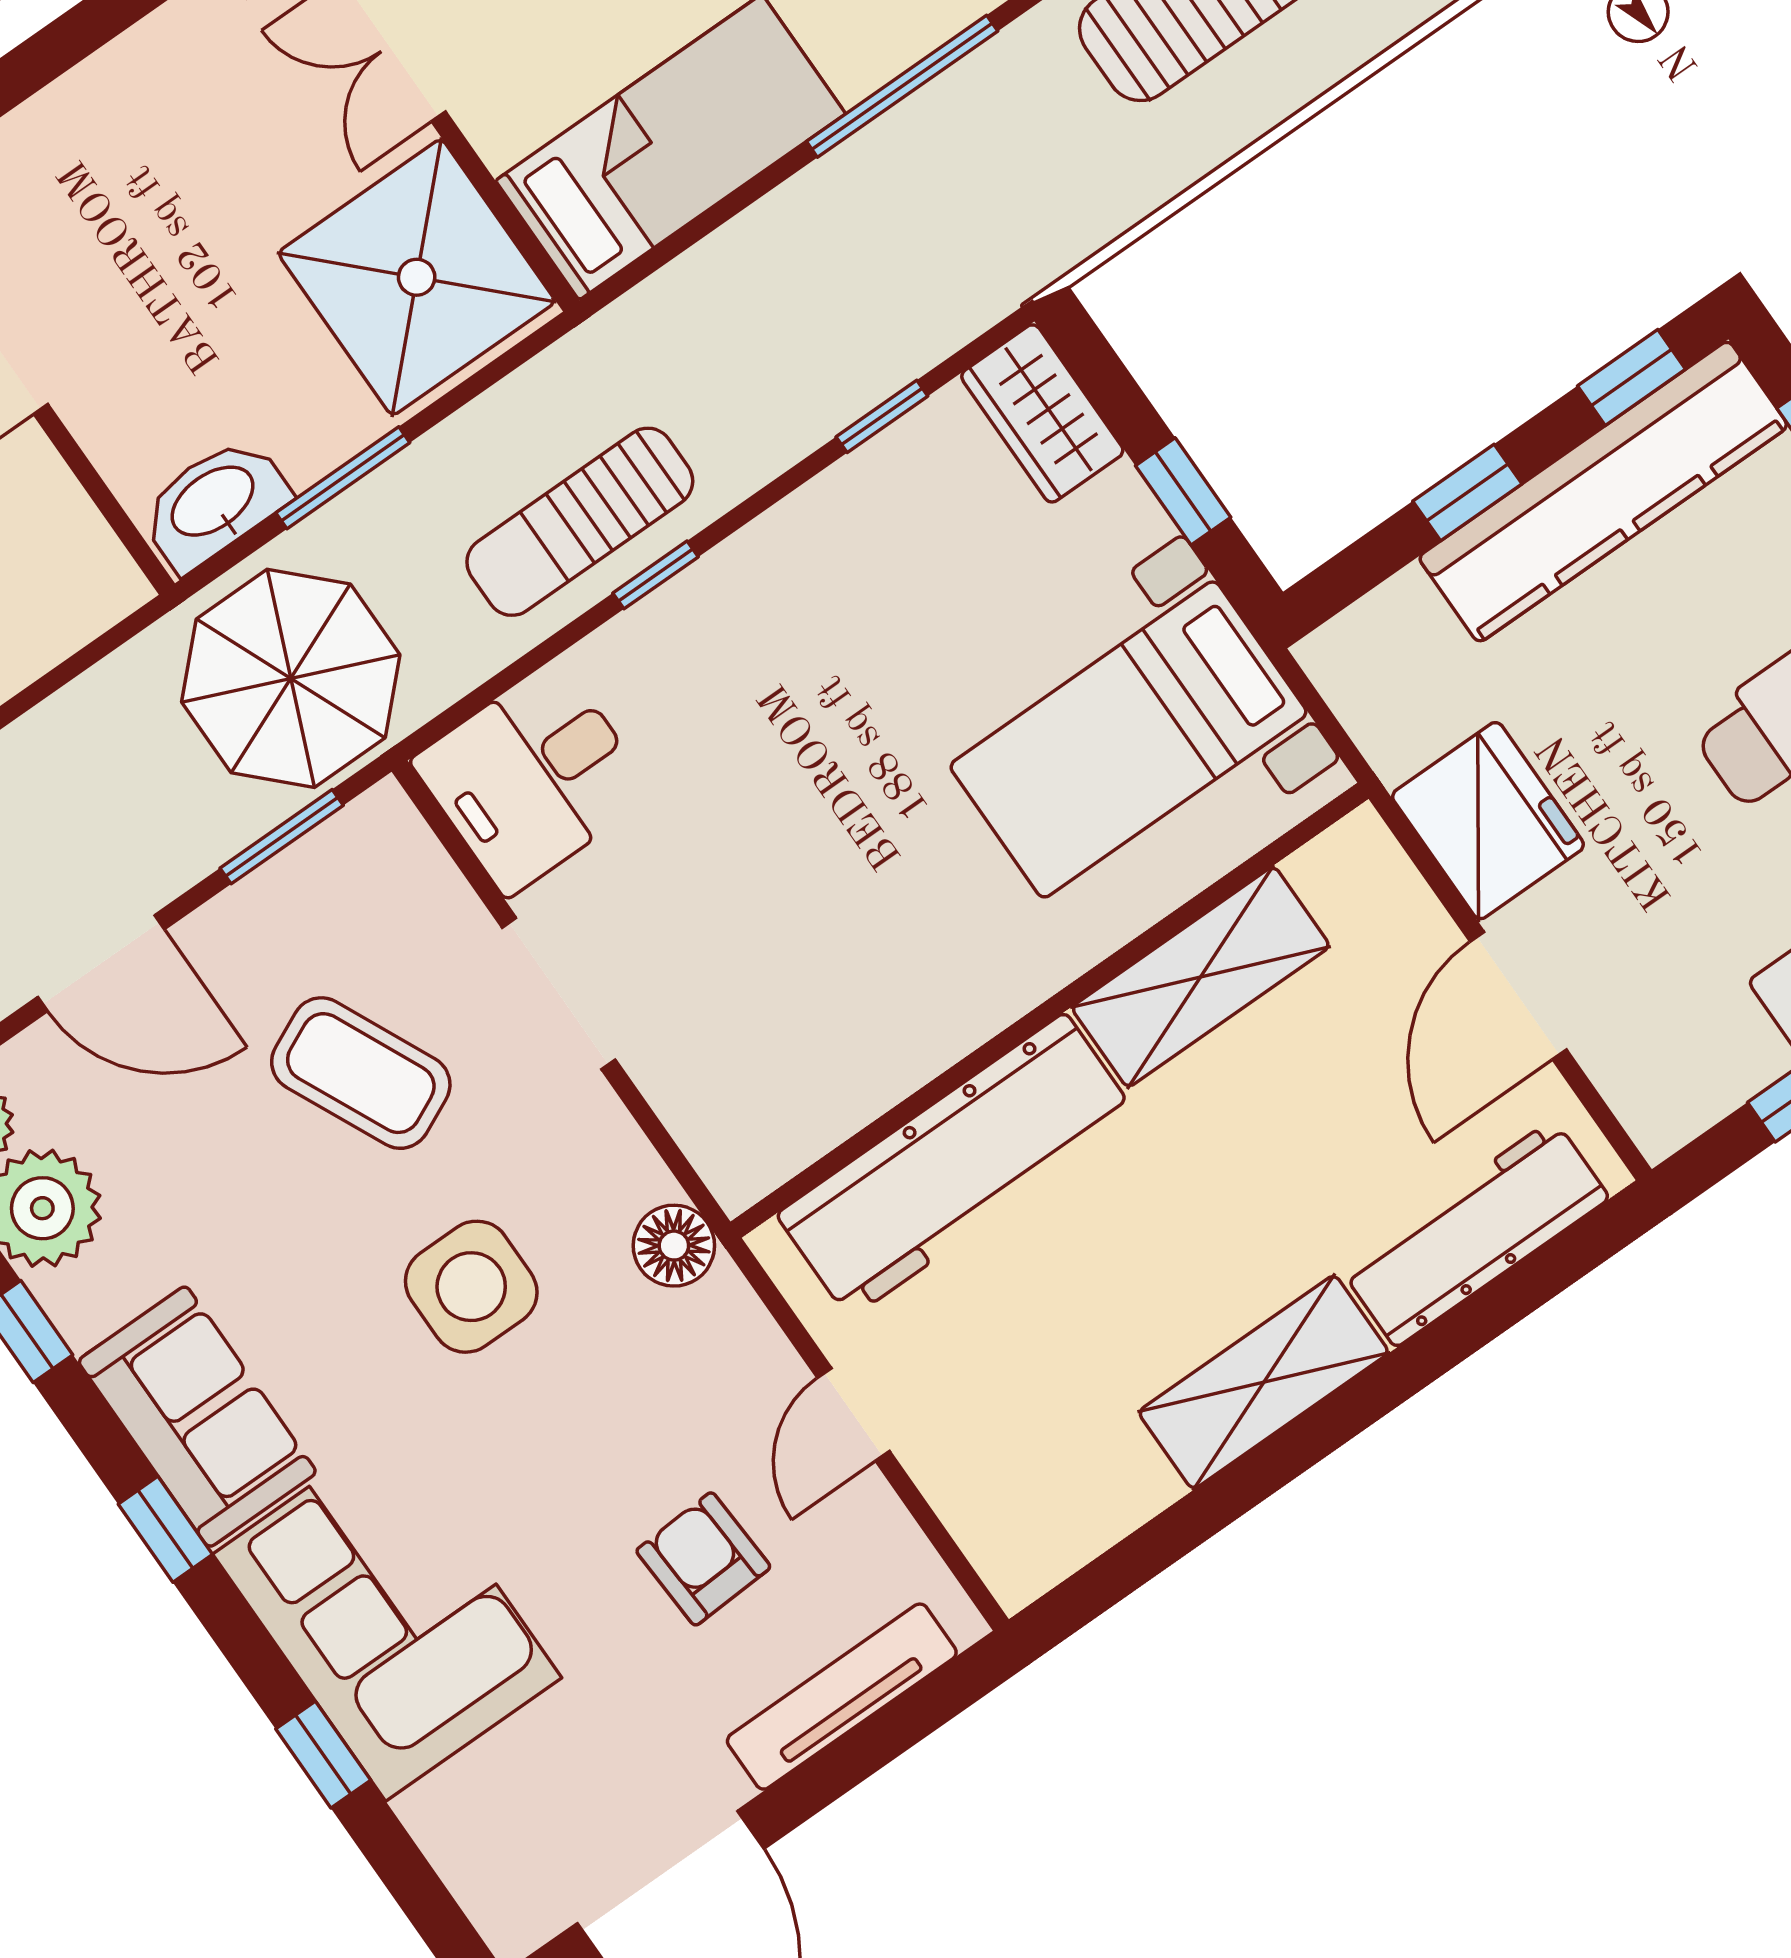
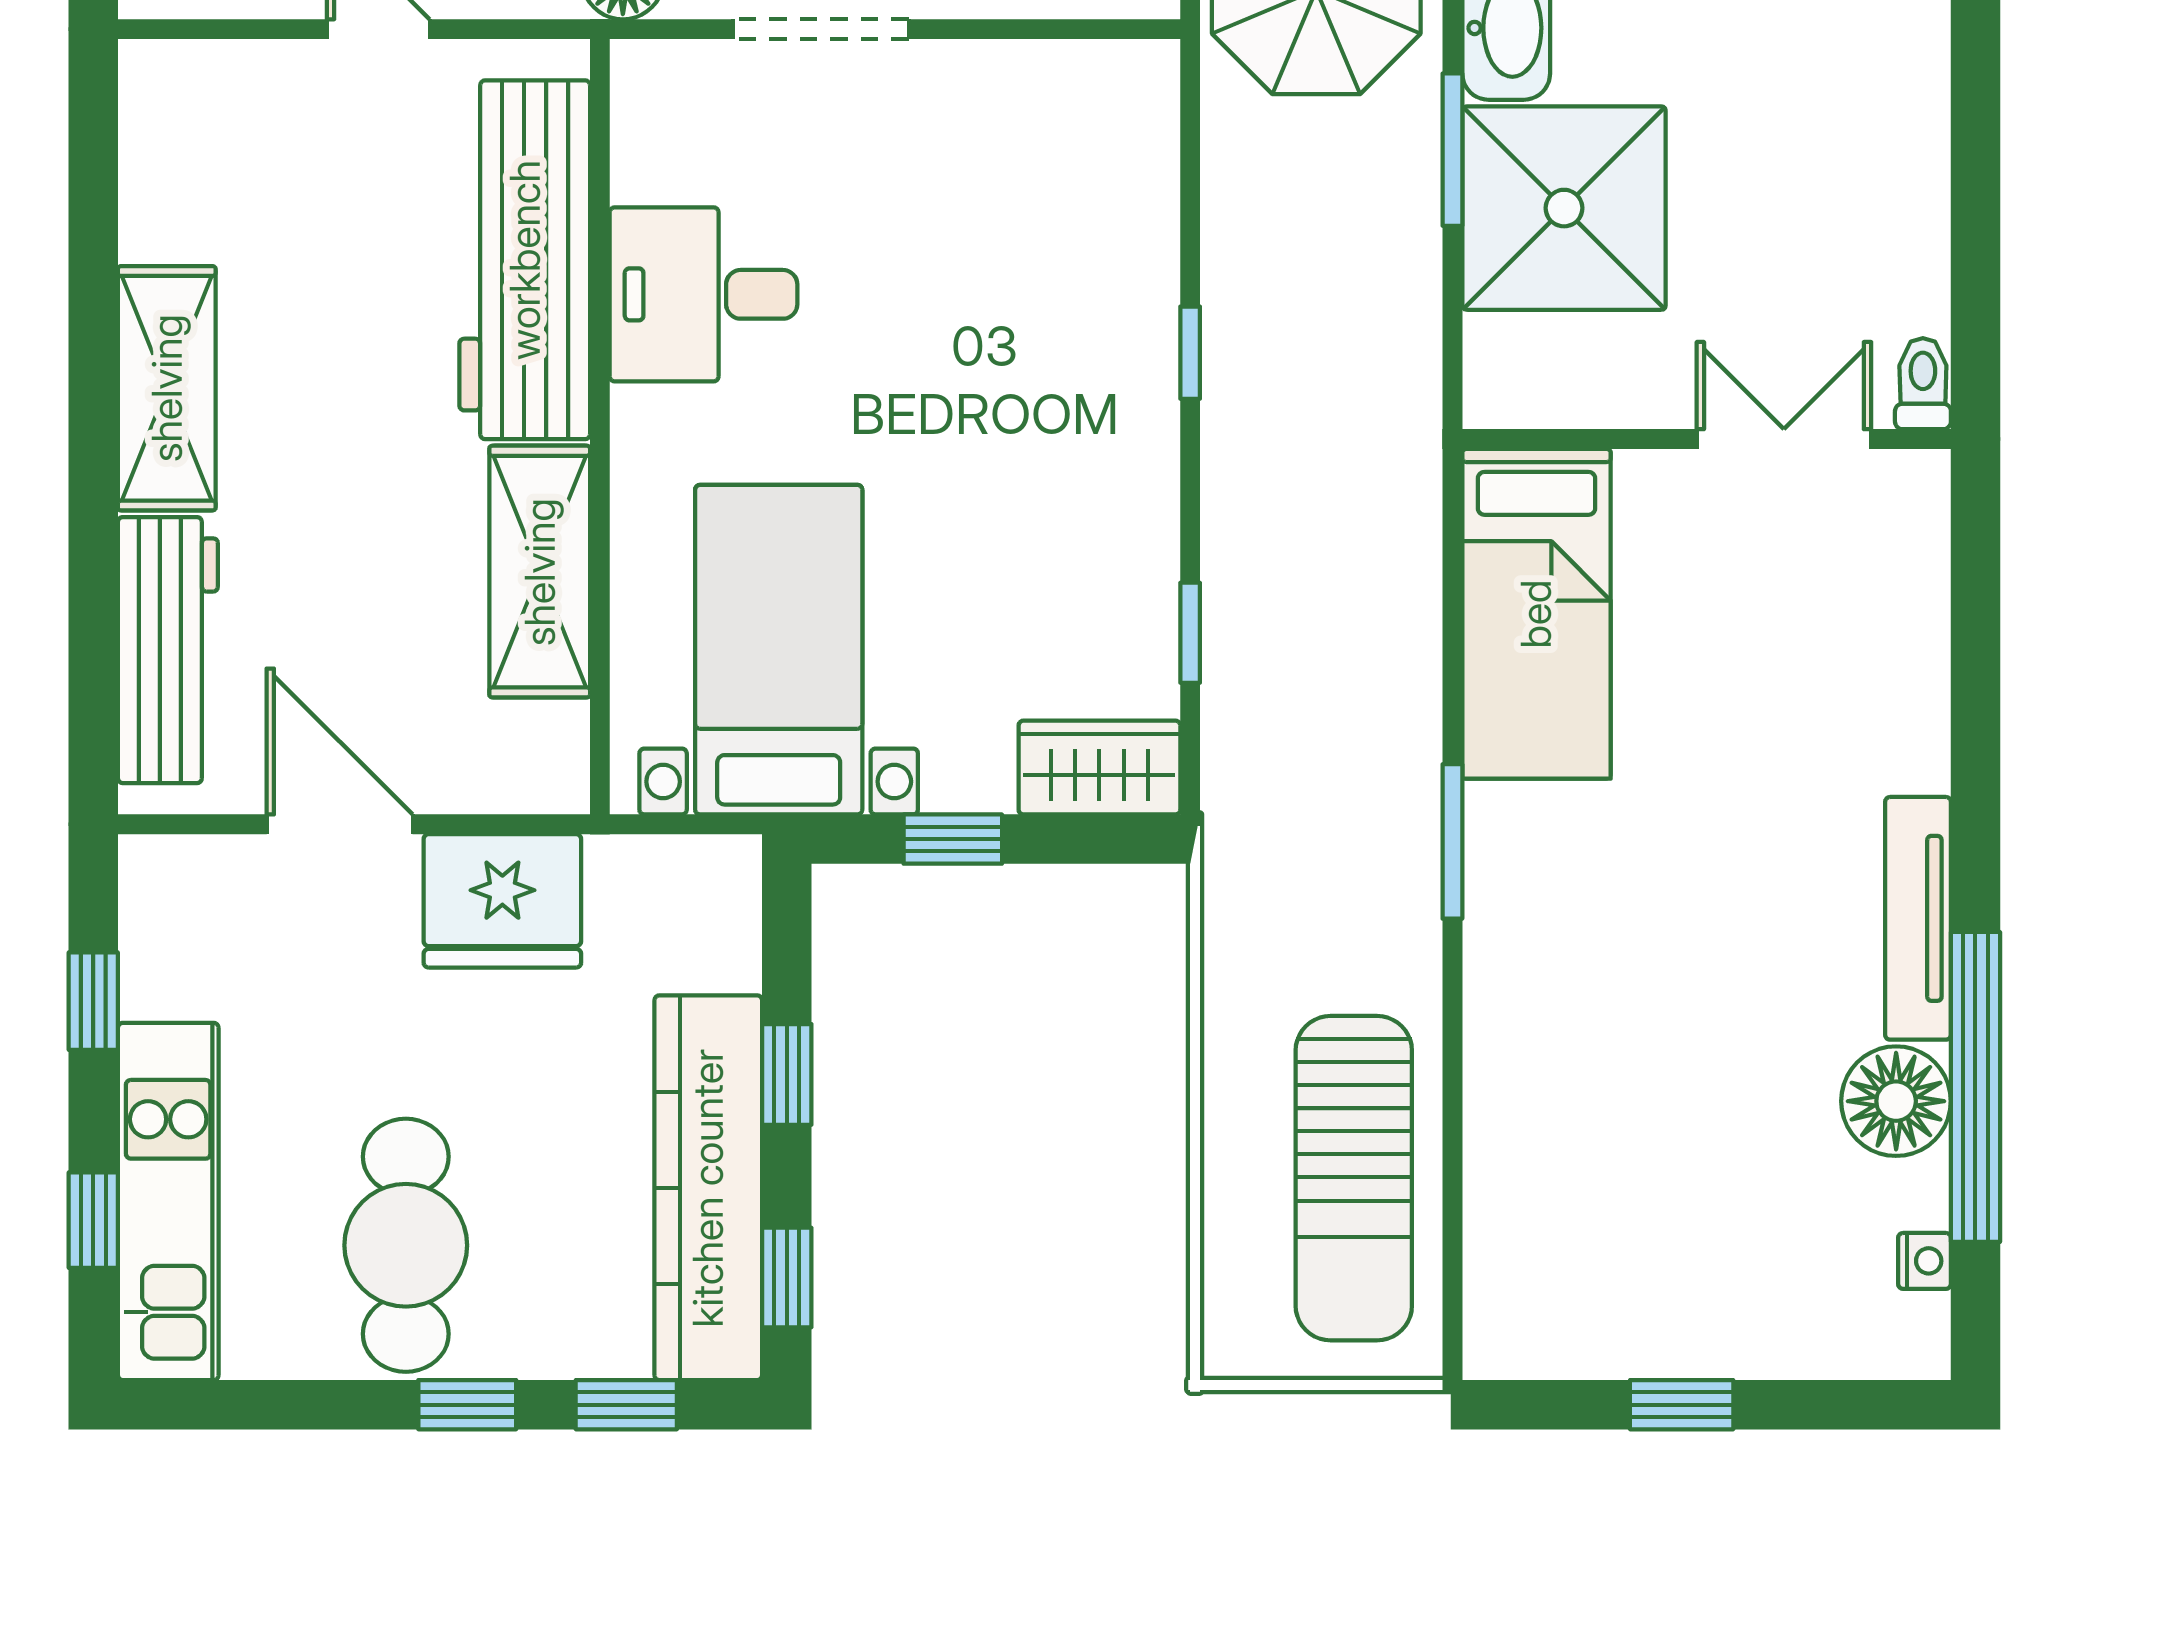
window: (902, 86) -> (1452, 841), width x0.69
shower: (417, 277) -> (1564, 208), moved
sun lounger: (580, 522) -> (1278, 321), removed
desk: (533, 778) -> (704, 294), moved, turned -90
doorway: (559, 994) -> (821, 29), moved

